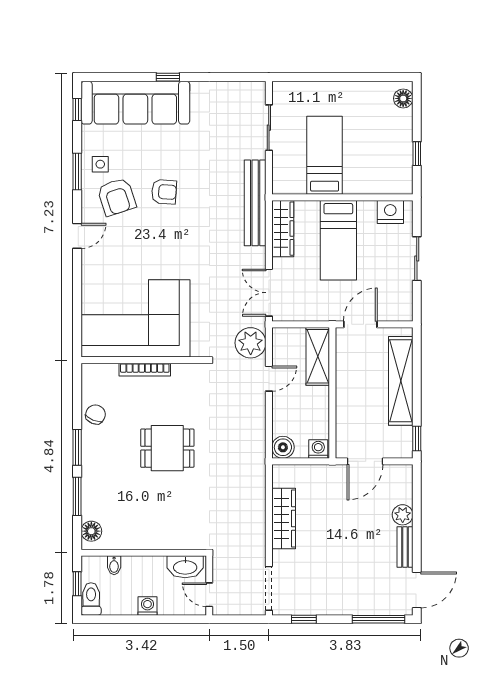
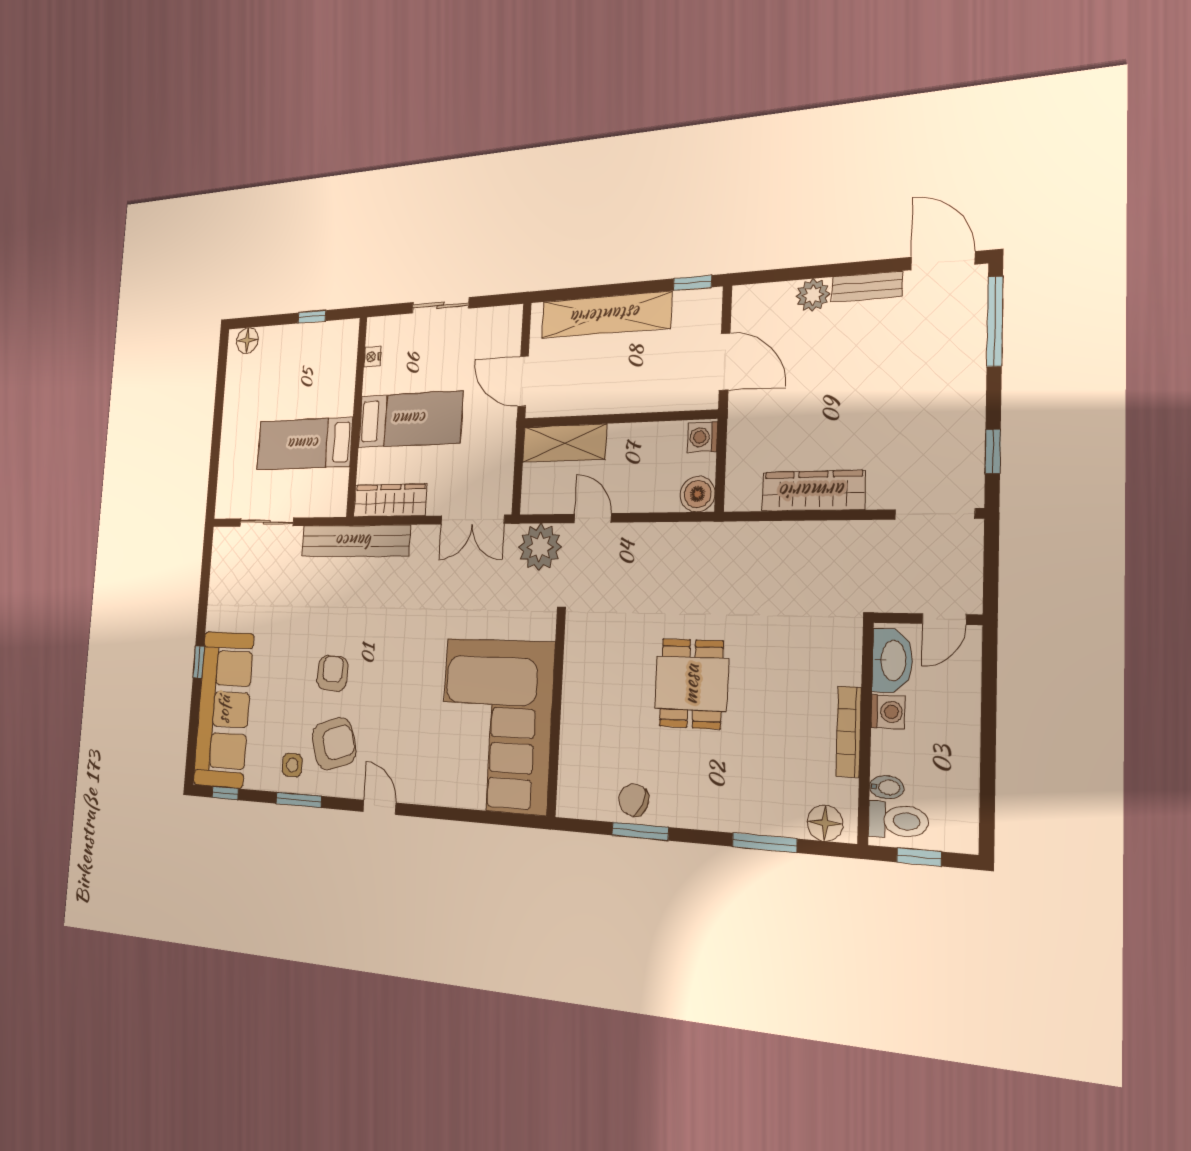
nightstand: (390, 212) -> (372, 357), width x0.53, depth x0.56
bookcase: (145, 370) -> (849, 732), moved, turned 180
window: (77, 447) -> (640, 831), moved
toilet: (91, 599) -> (898, 821), moved, turned 180
washing machine: (147, 606) -> (888, 712), moved, turned 180

